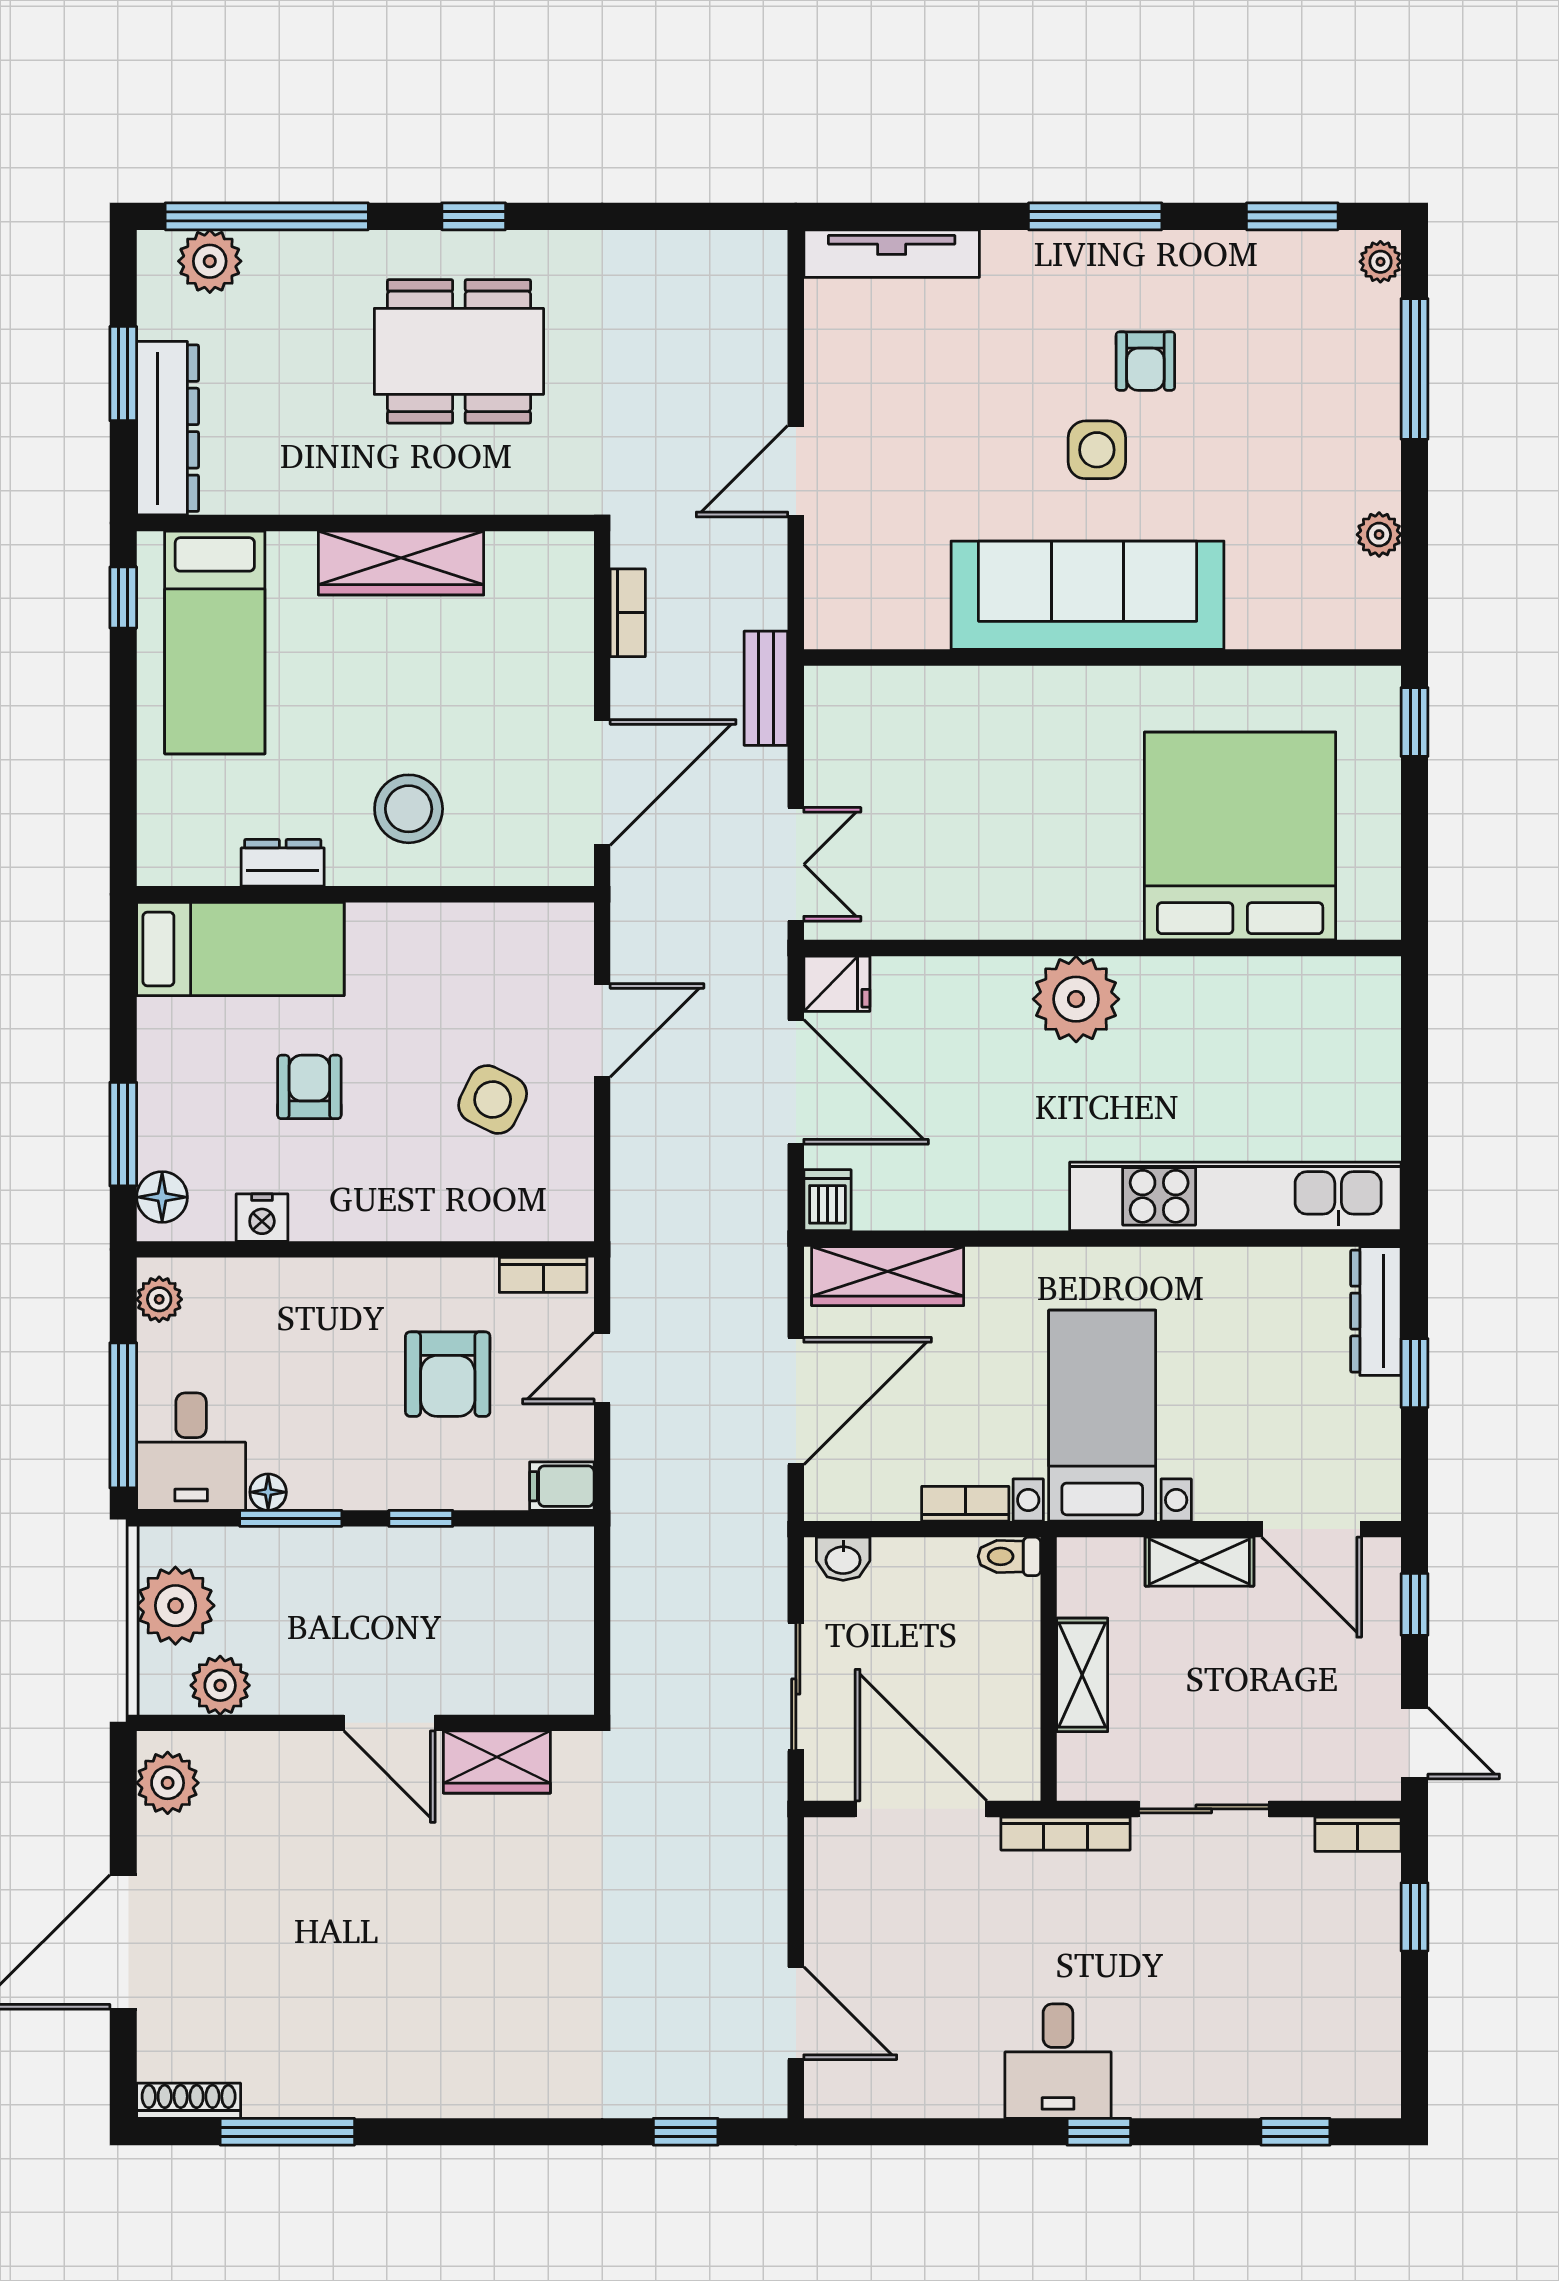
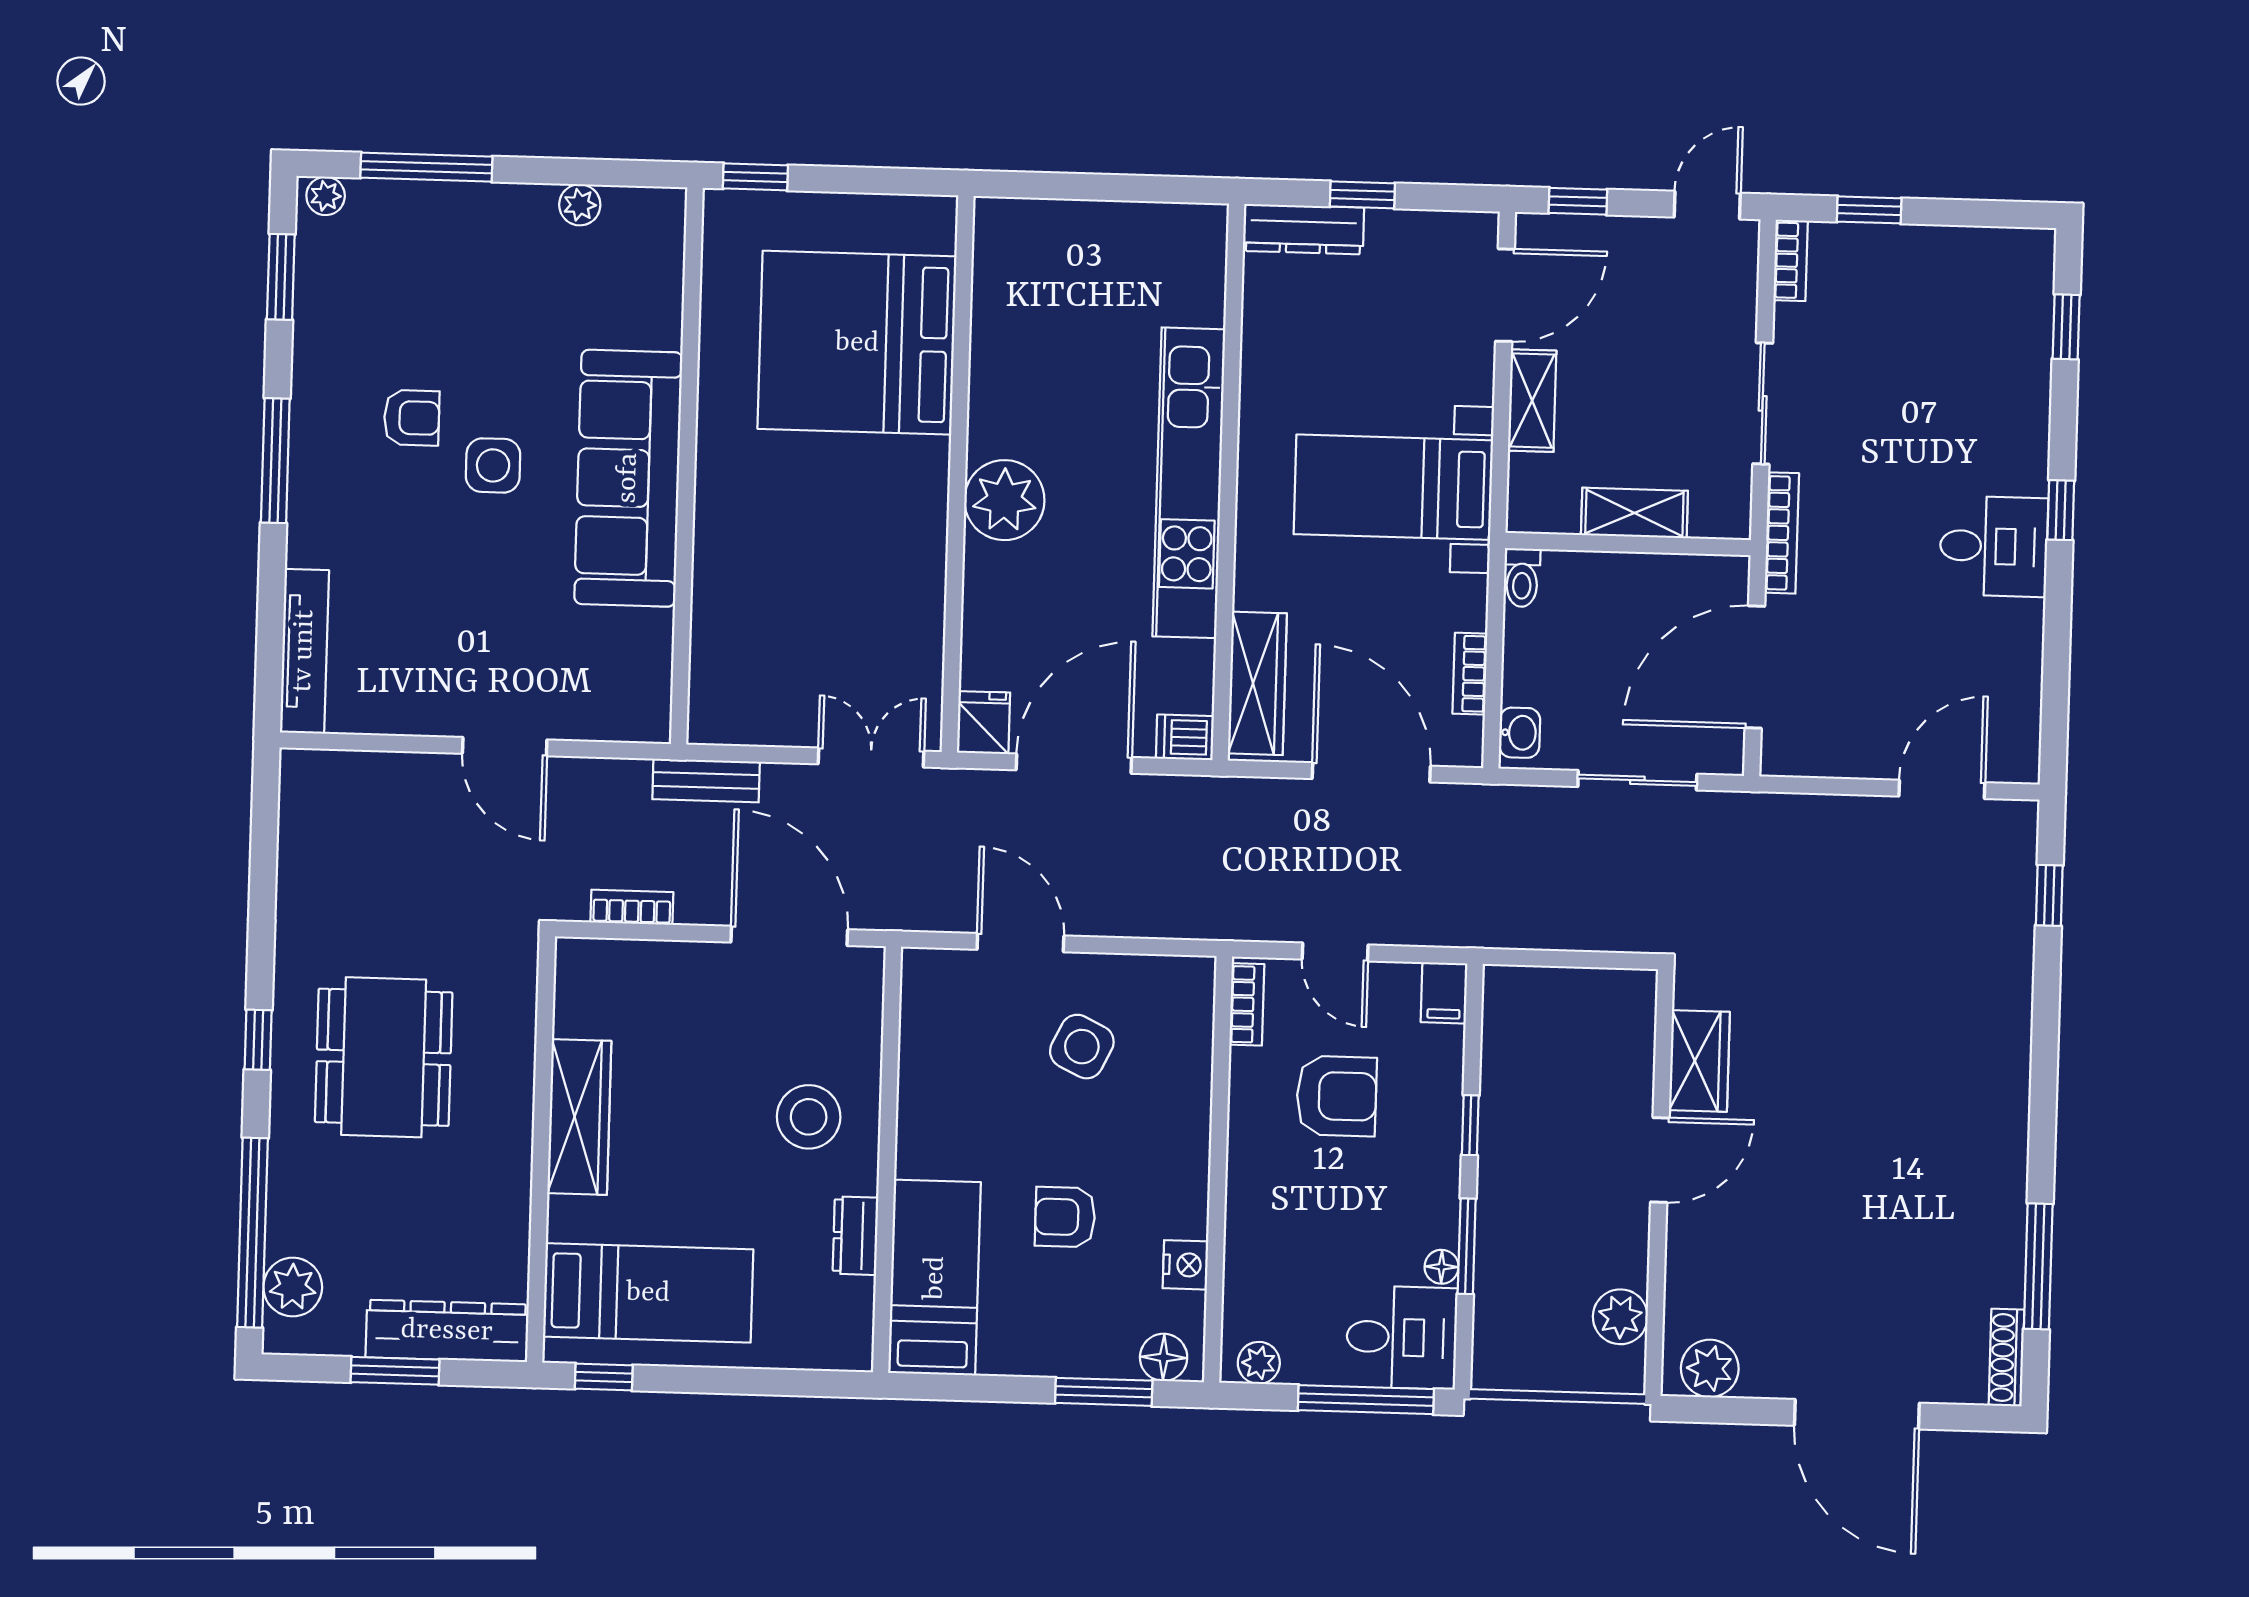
kitchen unit: (1235, 1196) -> (1189, 483), moved
bookcase: (965, 1504) -> (1470, 674), moved
plant: (175, 1606) -> (1545, 1356), removed

